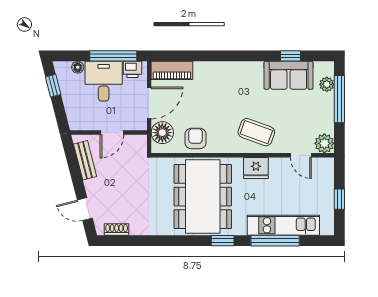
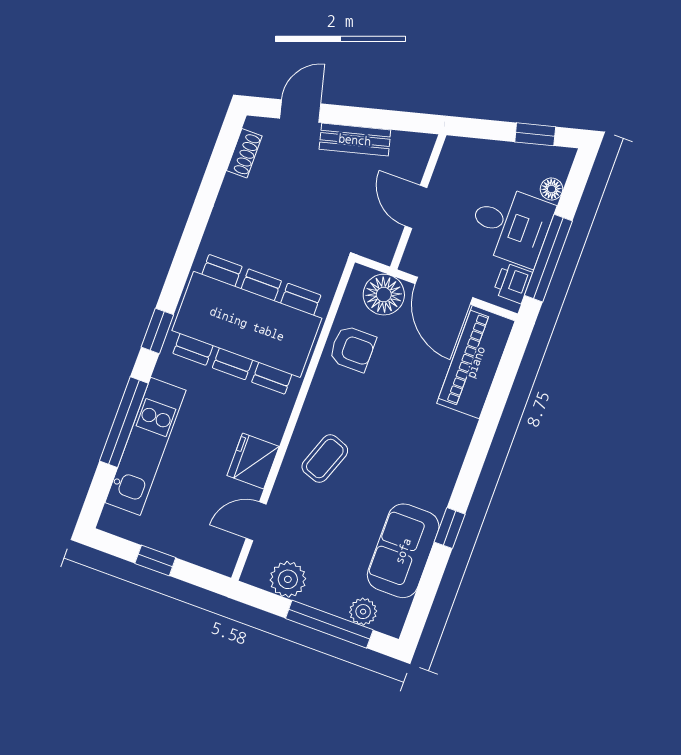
window: (291, 56) -> (450, 528), moved
piano: (172, 70) -> (476, 362), width x1.37, depth x1.33
coffee table: (256, 132) -> (325, 459), width x0.73, depth x0.77
plant: (324, 143) -> (288, 579), moved
bench: (85, 160) -> (355, 140), moved
fridge: (256, 168) -> (253, 461), moved

